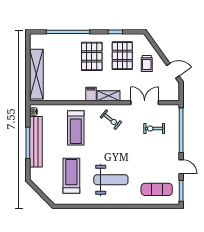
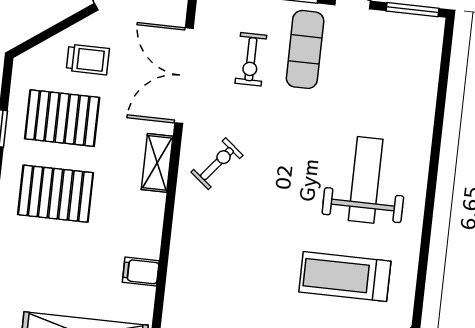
filing cabinet: (91, 94) -> (141, 272), moved
double door: (145, 103) -> (184, 76), width x1.37
treadmill: (76, 128) -> (228, 253), removed
exercise mat: (157, 189) -> (305, 49), moved

